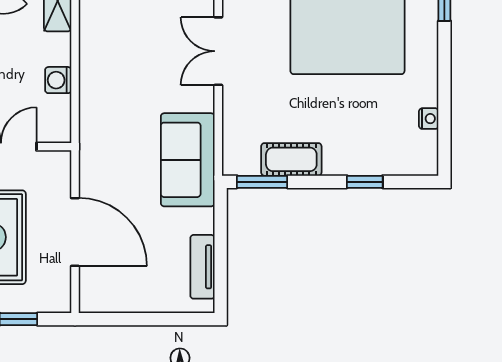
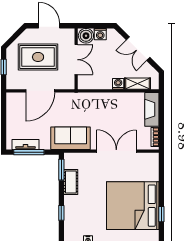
double door: (218, 51) -> (116, 151), width x1.37
washing machine: (58, 80) -> (118, 84), moved
window: (221, 259) -> (29, 152), added

